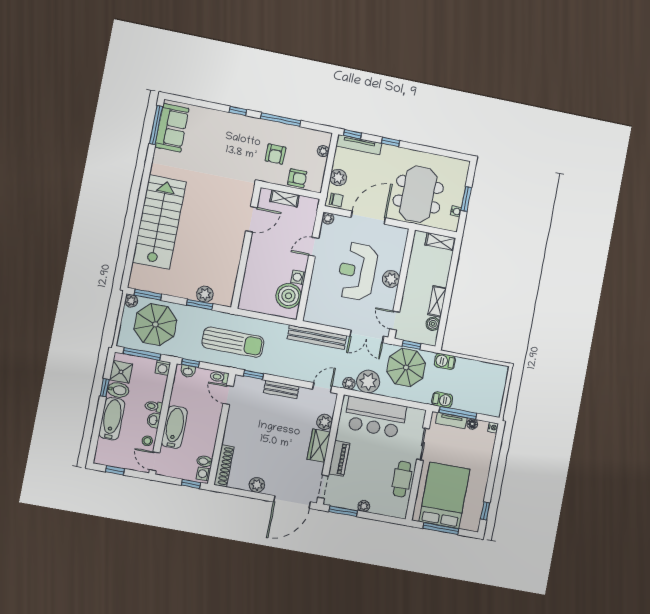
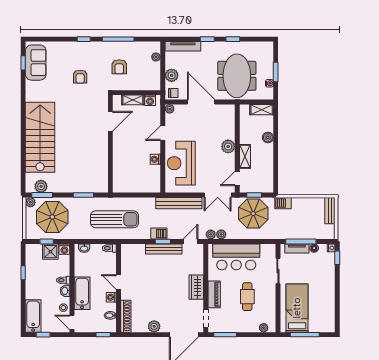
window: (156, 125) -> (23, 63), width x0.46
window: (353, 134) -> (233, 39), moved
armchair: (297, 178) -> (80, 77), moved, turned 90
washing machine: (306, 203) -> (150, 100), added
door: (368, 218) -> (201, 102), hinge flipped
reception desk: (357, 271) -> (181, 163), moved
plant: (205, 294) -> (41, 186), moved
boiler: (289, 296) -> (151, 175), removed
shelving: (437, 301) -> (245, 156), moved
door: (395, 321) -> (237, 179), hinge flipped
boiler: (433, 324) -> (268, 137), moved
window: (142, 354) -> (47, 242), width x0.46
window: (190, 363) -> (85, 242), removed
shower: (121, 372) -> (50, 252), moved
window: (253, 375) -> (163, 242), moved
bench: (500, 381) -> (330, 211), added
plant: (368, 382) -> (221, 234), width x0.53, depth x0.53
bidet: (118, 390) -> (34, 273), removed
bench: (281, 390) -> (164, 249), width x1.36
door: (228, 395) -> (119, 282), moved
barbecue: (442, 400) -> (159, 234), moved
bathtub: (112, 419) -> (33, 316), moved
plant: (325, 422) -> (197, 268), removed
washing machine: (203, 474) -> (111, 297), moved
cafe table: (402, 479) -> (247, 297), moved
bed: (444, 495) -> (297, 308), width x0.67
plant: (364, 506) -> (264, 328), moved
window: (485, 511) -> (337, 258), moved

